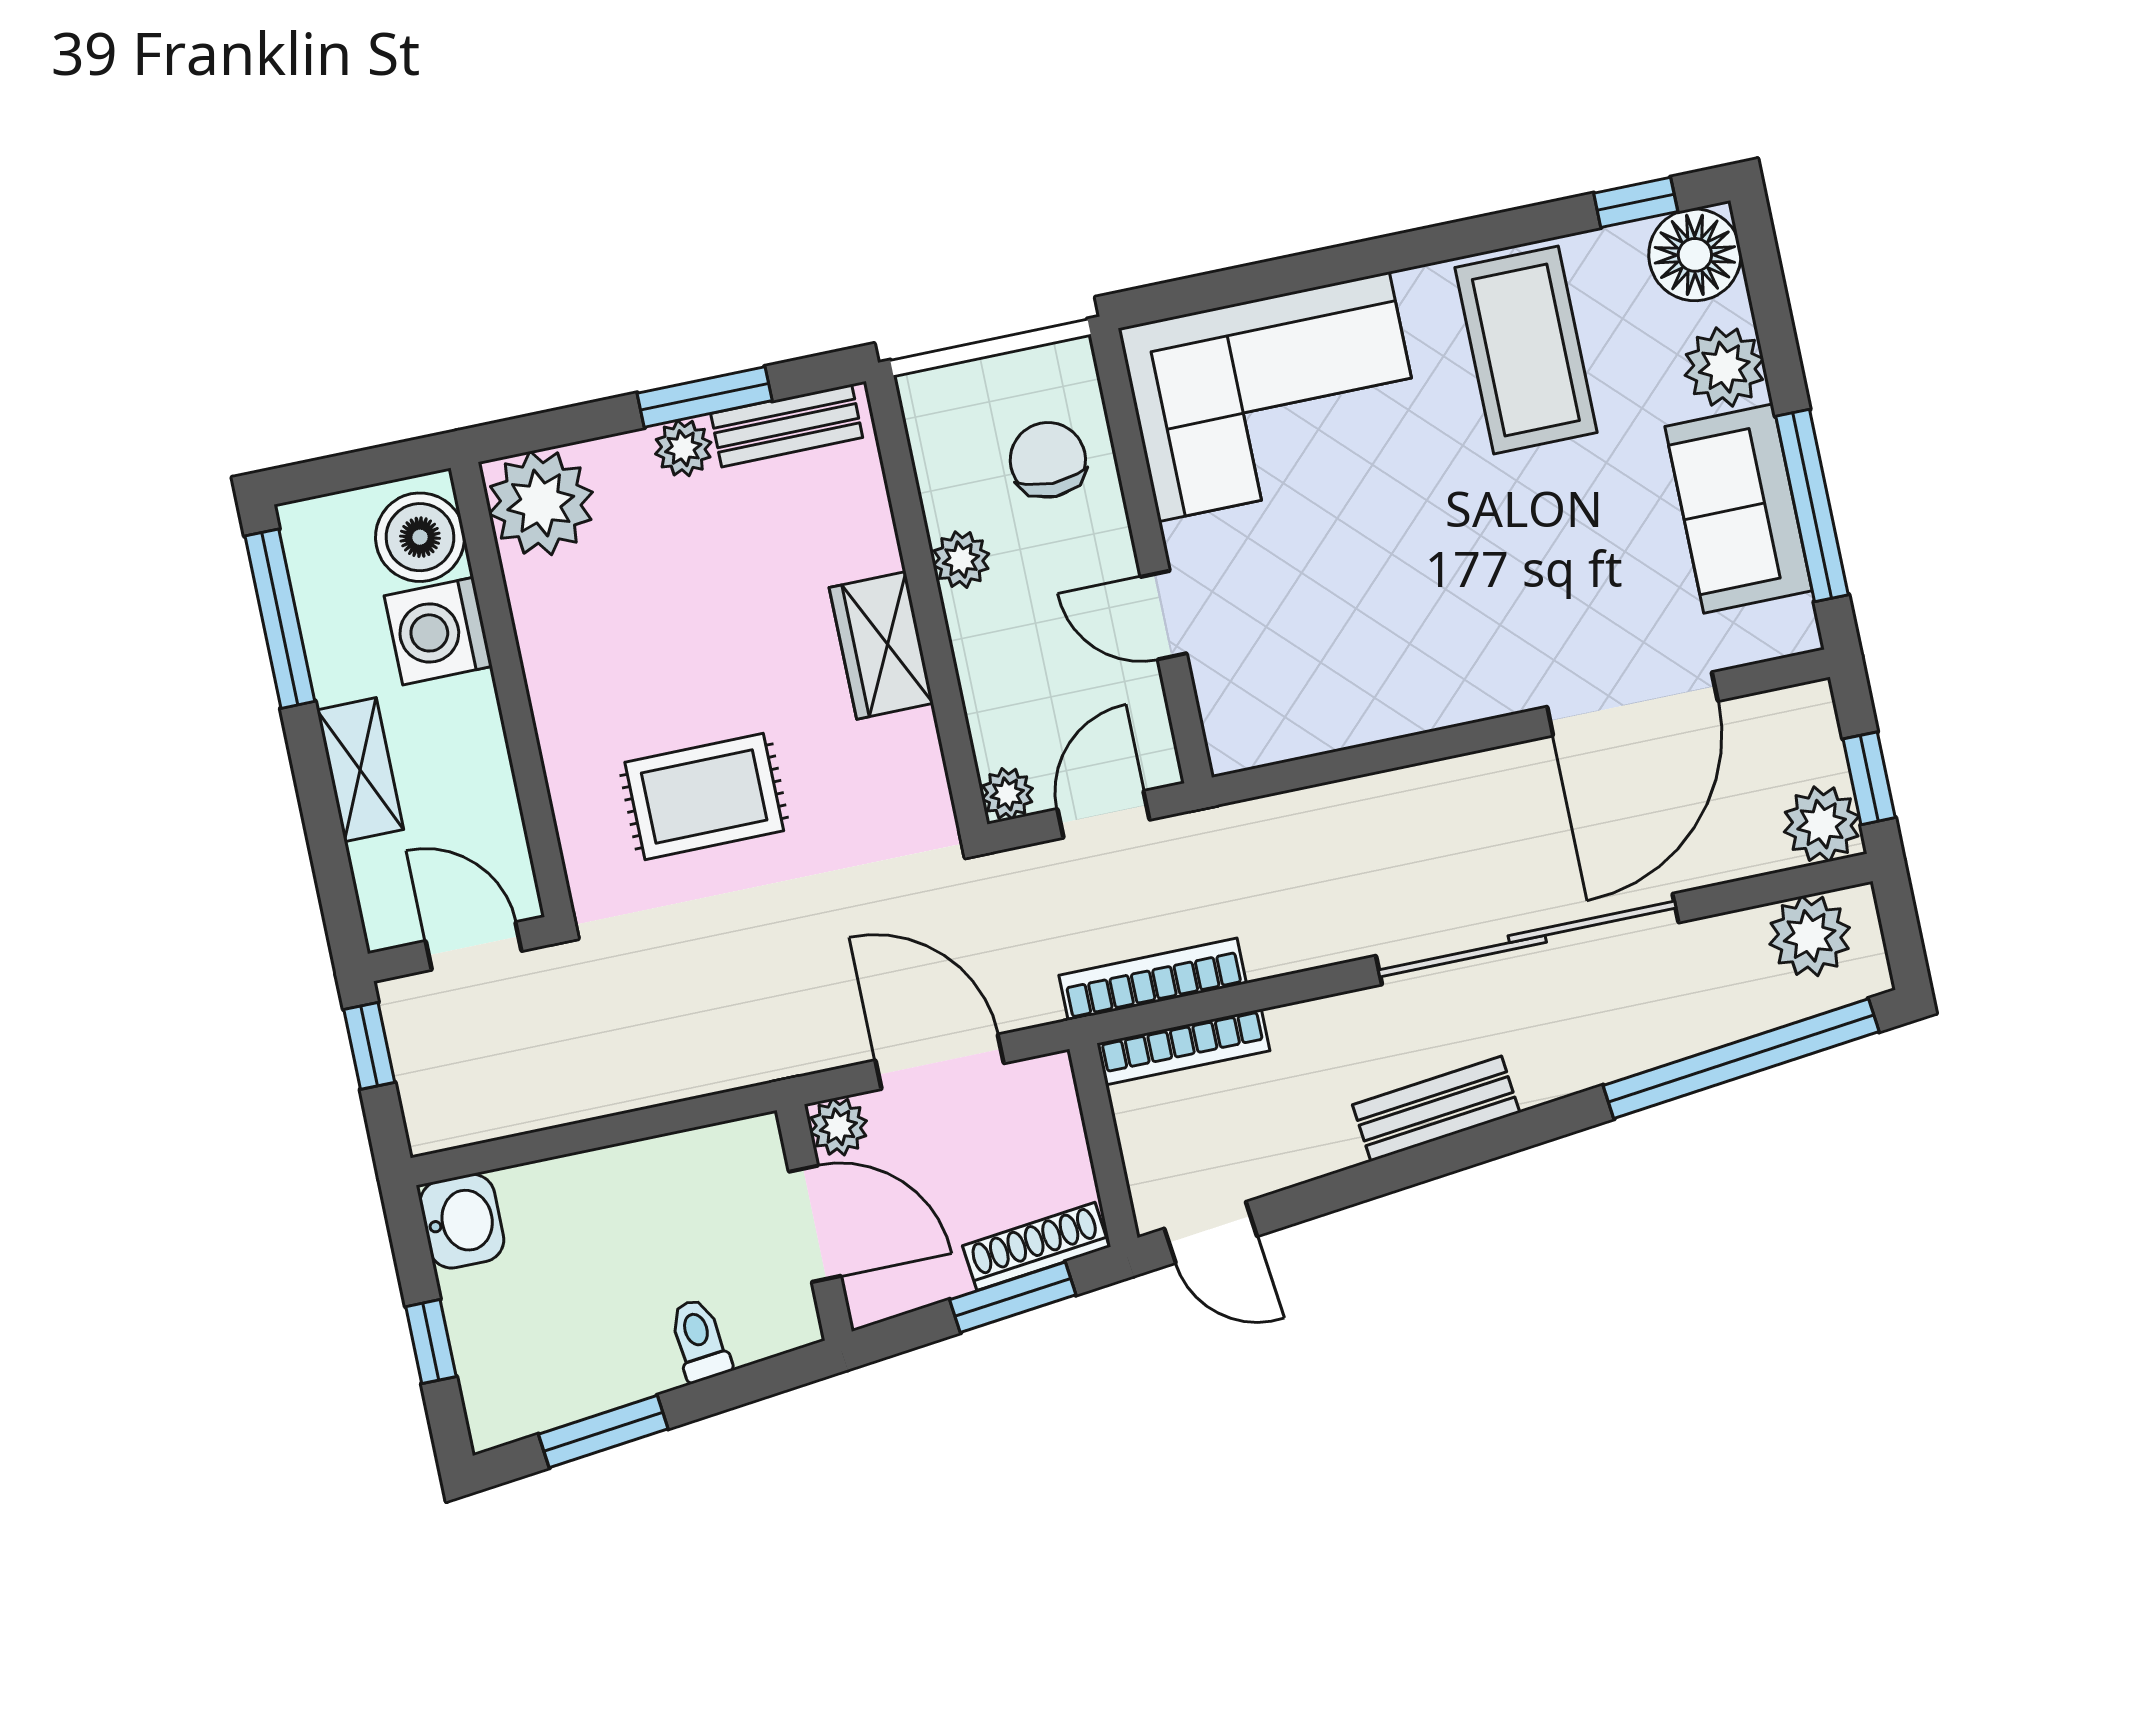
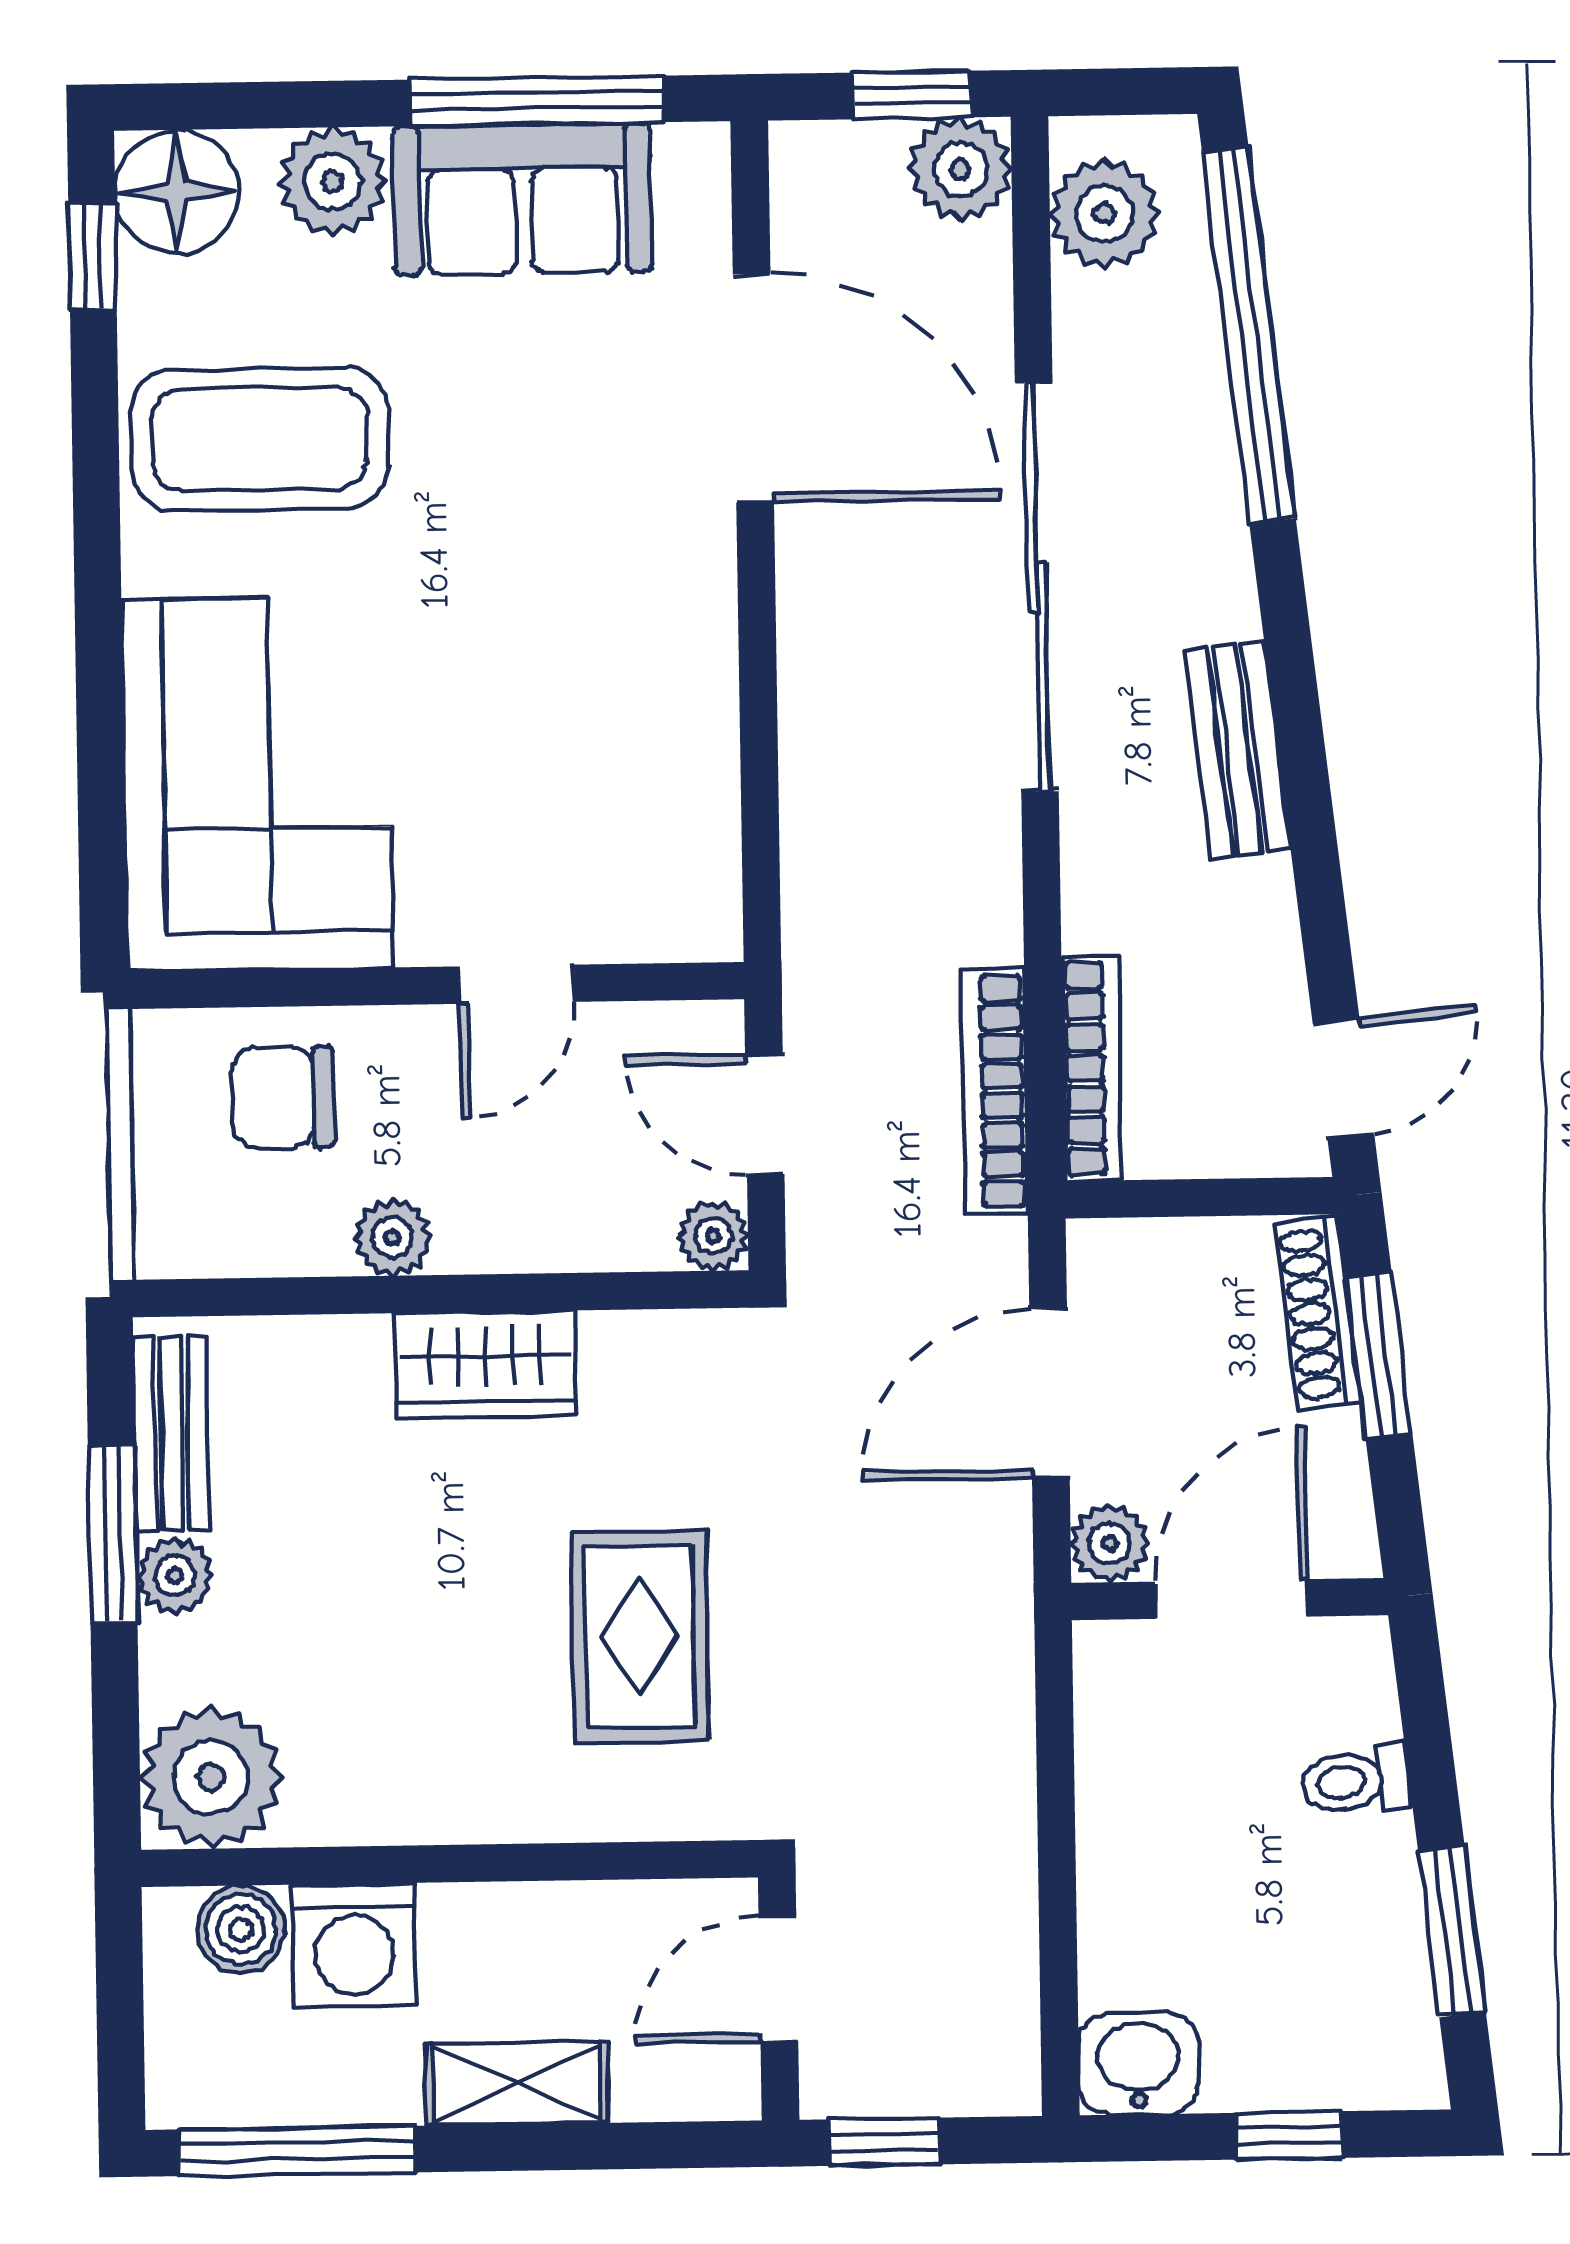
boiler: (420, 537) -> (241, 1929), width x0.73, depth x0.73

